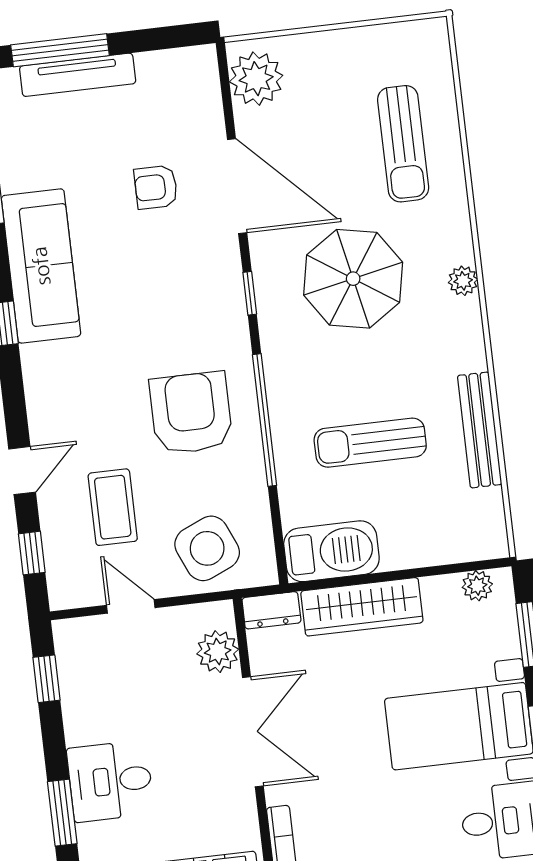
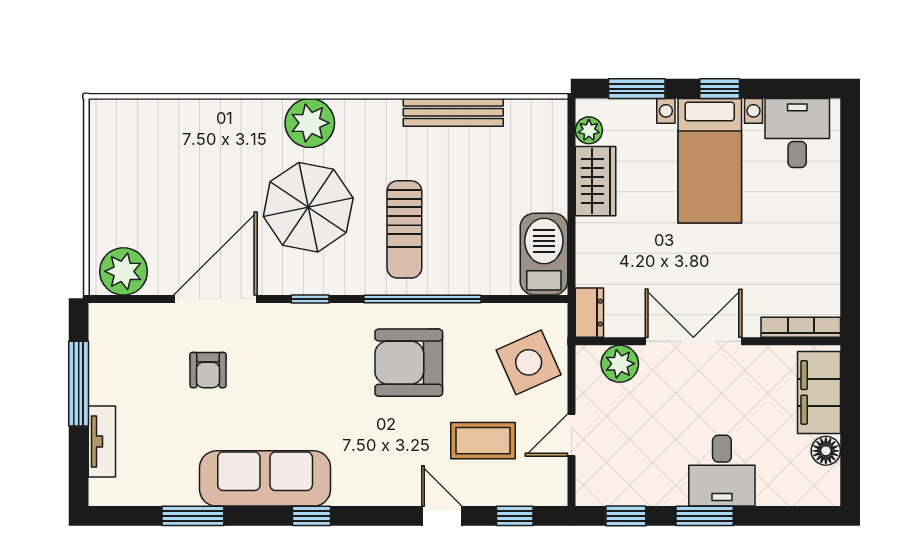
window: (60, 50) -> (79, 384), moved
tv unit: (78, 75) -> (102, 441), width x0.71
sun lounger: (403, 144) -> (195, 150), removed
plant: (463, 281) -> (310, 123), width x1.87, depth x1.87
sun lounger: (370, 443) -> (404, 229), moved
wardrobe: (362, 607) -> (596, 181), moved, width x0.67
window: (62, 813) -> (705, 516), moved

